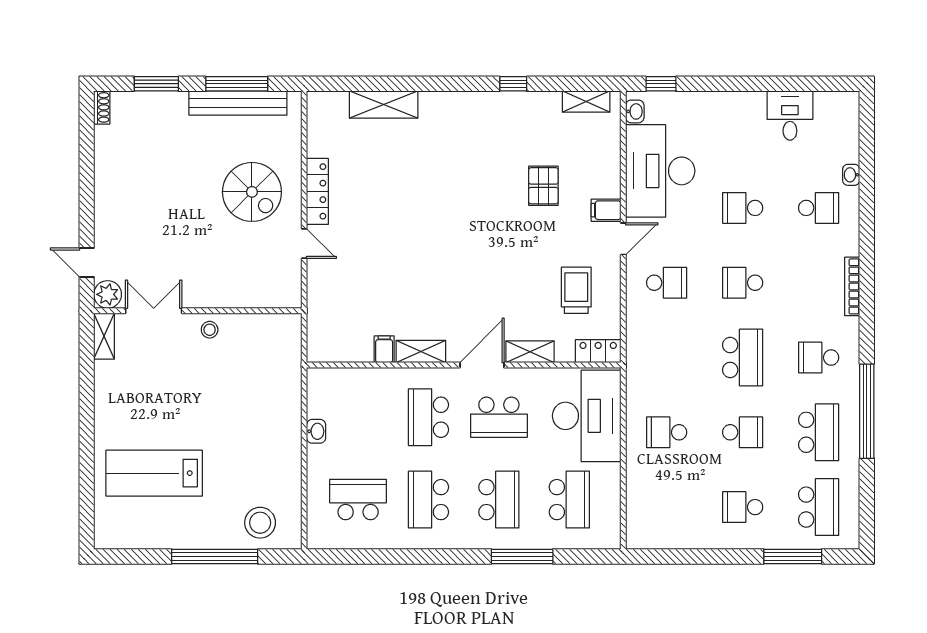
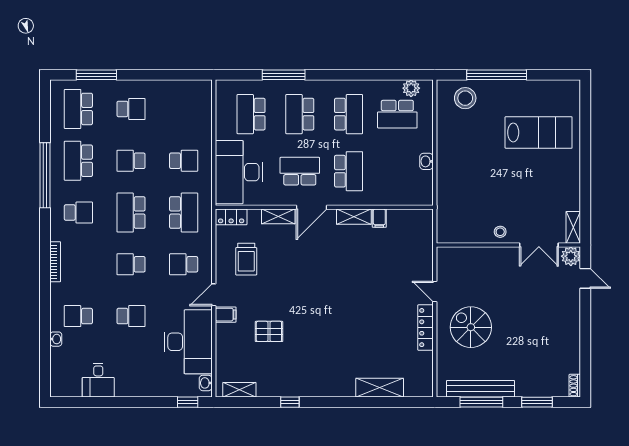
pallet: (543, 186) -> (269, 331), turned 90
school desk: (743, 283) -> (131, 264), turned 180
school desk: (667, 358) -> (184, 213), added
plant: (338, 537) -> (411, 88), added

